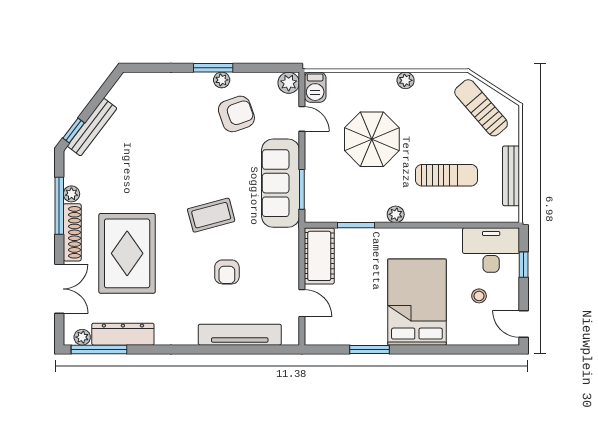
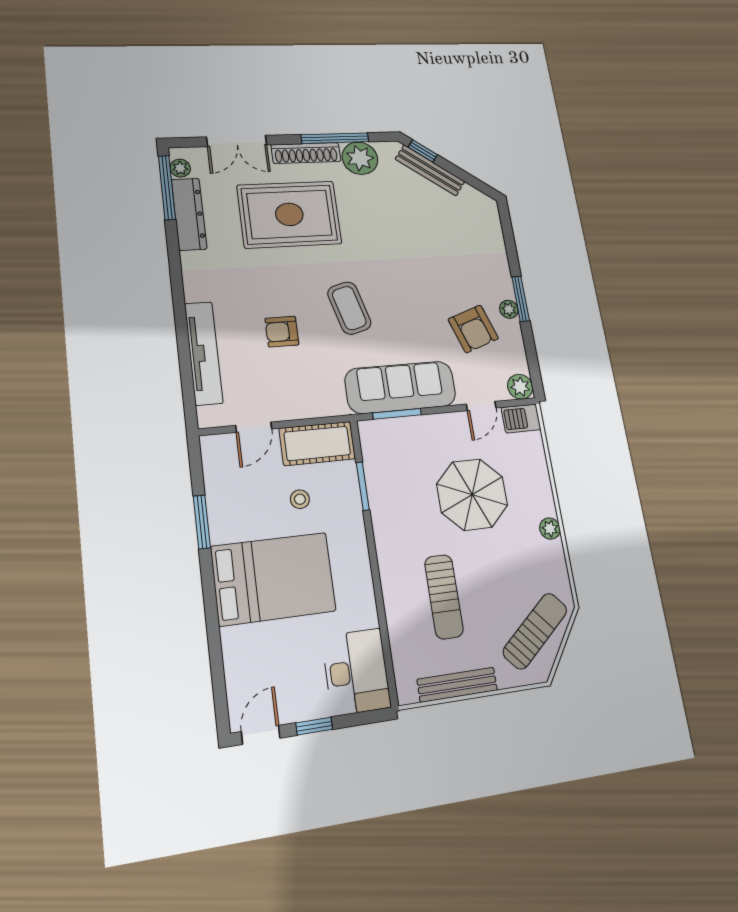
plant: (71, 194) -> (360, 158), width x1.88, depth x1.88
plant: (396, 214) -> (384, 536), removed
window: (524, 265) -> (314, 726), moved
stool: (479, 296) -> (300, 499), moved

